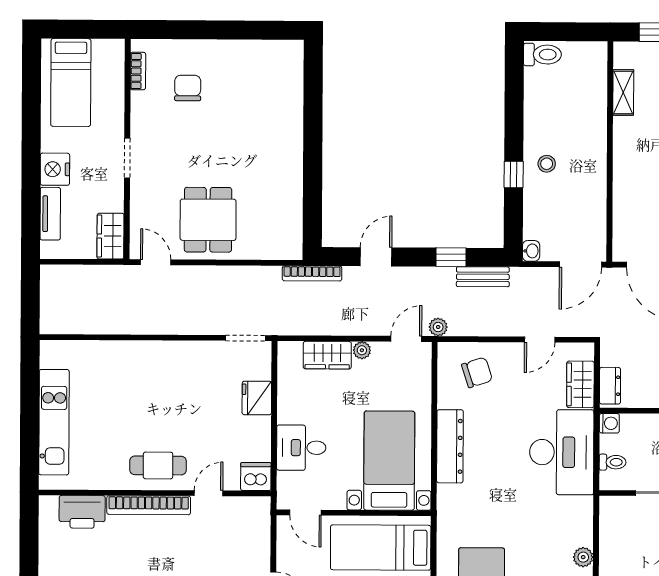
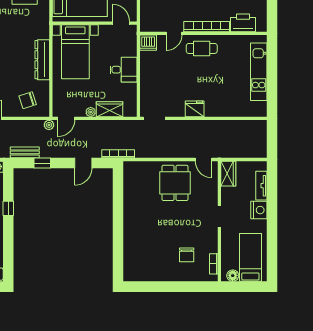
floor lamp: (103, 49) -> (233, 276), added
fridge: (257, 398) -> (195, 109), moved, turned -90
desk: (301, 448) -> (123, 70), moved

